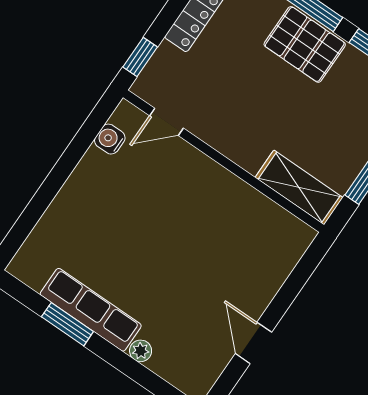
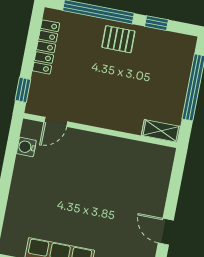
pallet: (305, 44) -> (118, 39), width x0.67, depth x0.71
shelving: (299, 187) -> (161, 131), width x0.67, depth x0.75

